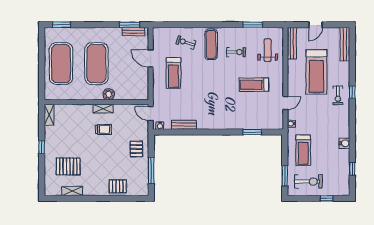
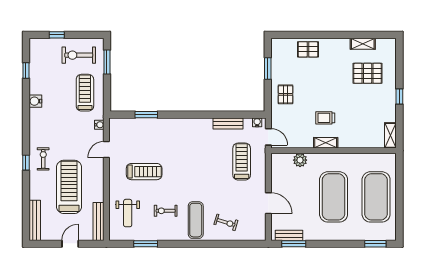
treadmill: (173, 73) -> (242, 162), moved
plant: (109, 94) -> (300, 160), moved
window: (151, 170) -> (268, 68), width x0.69

